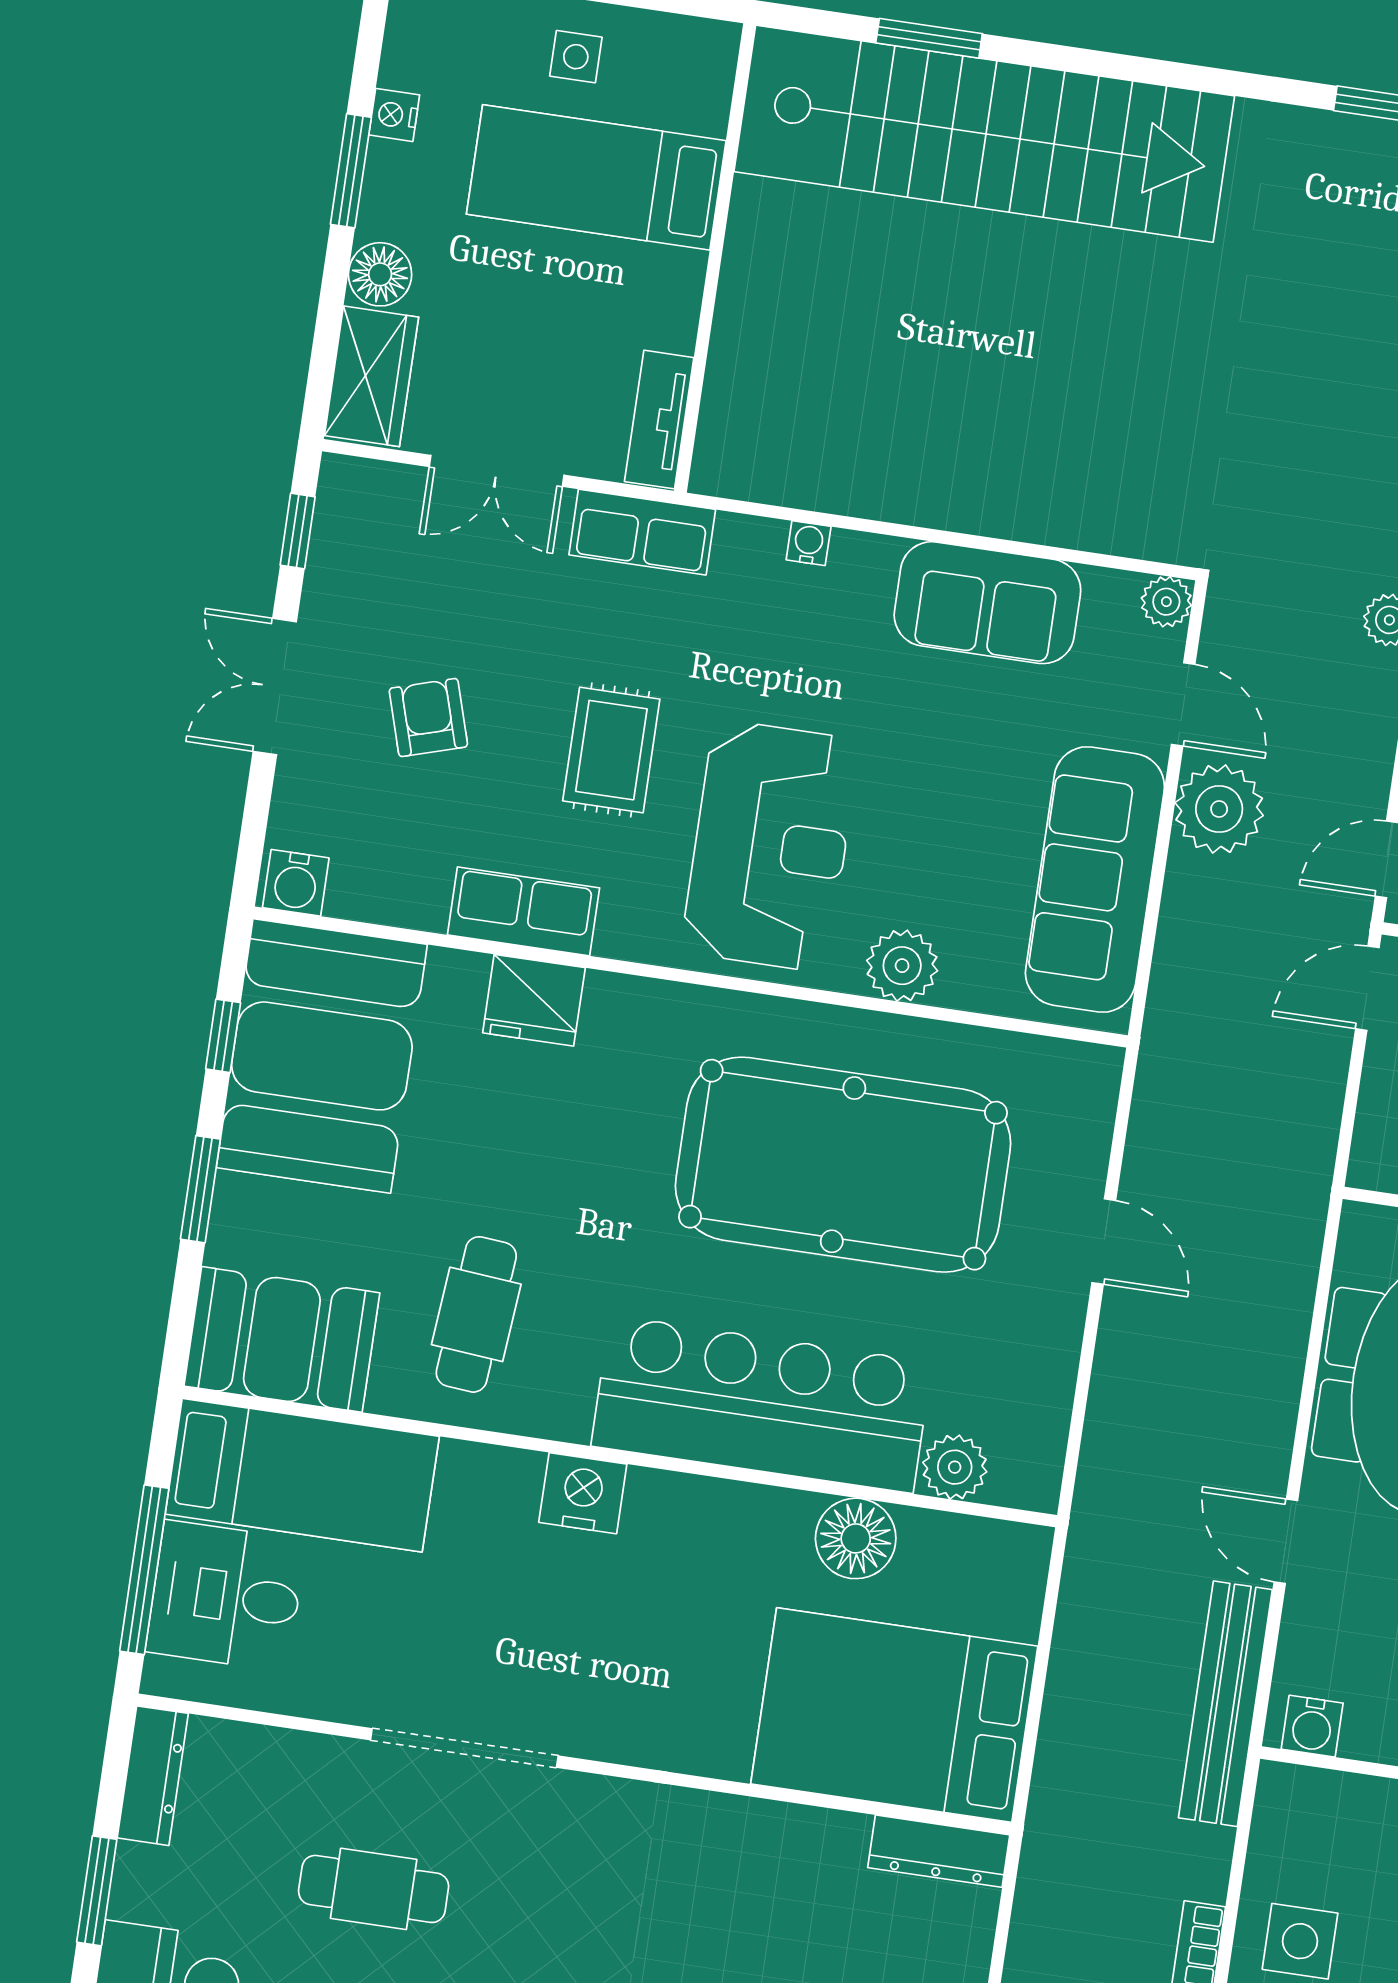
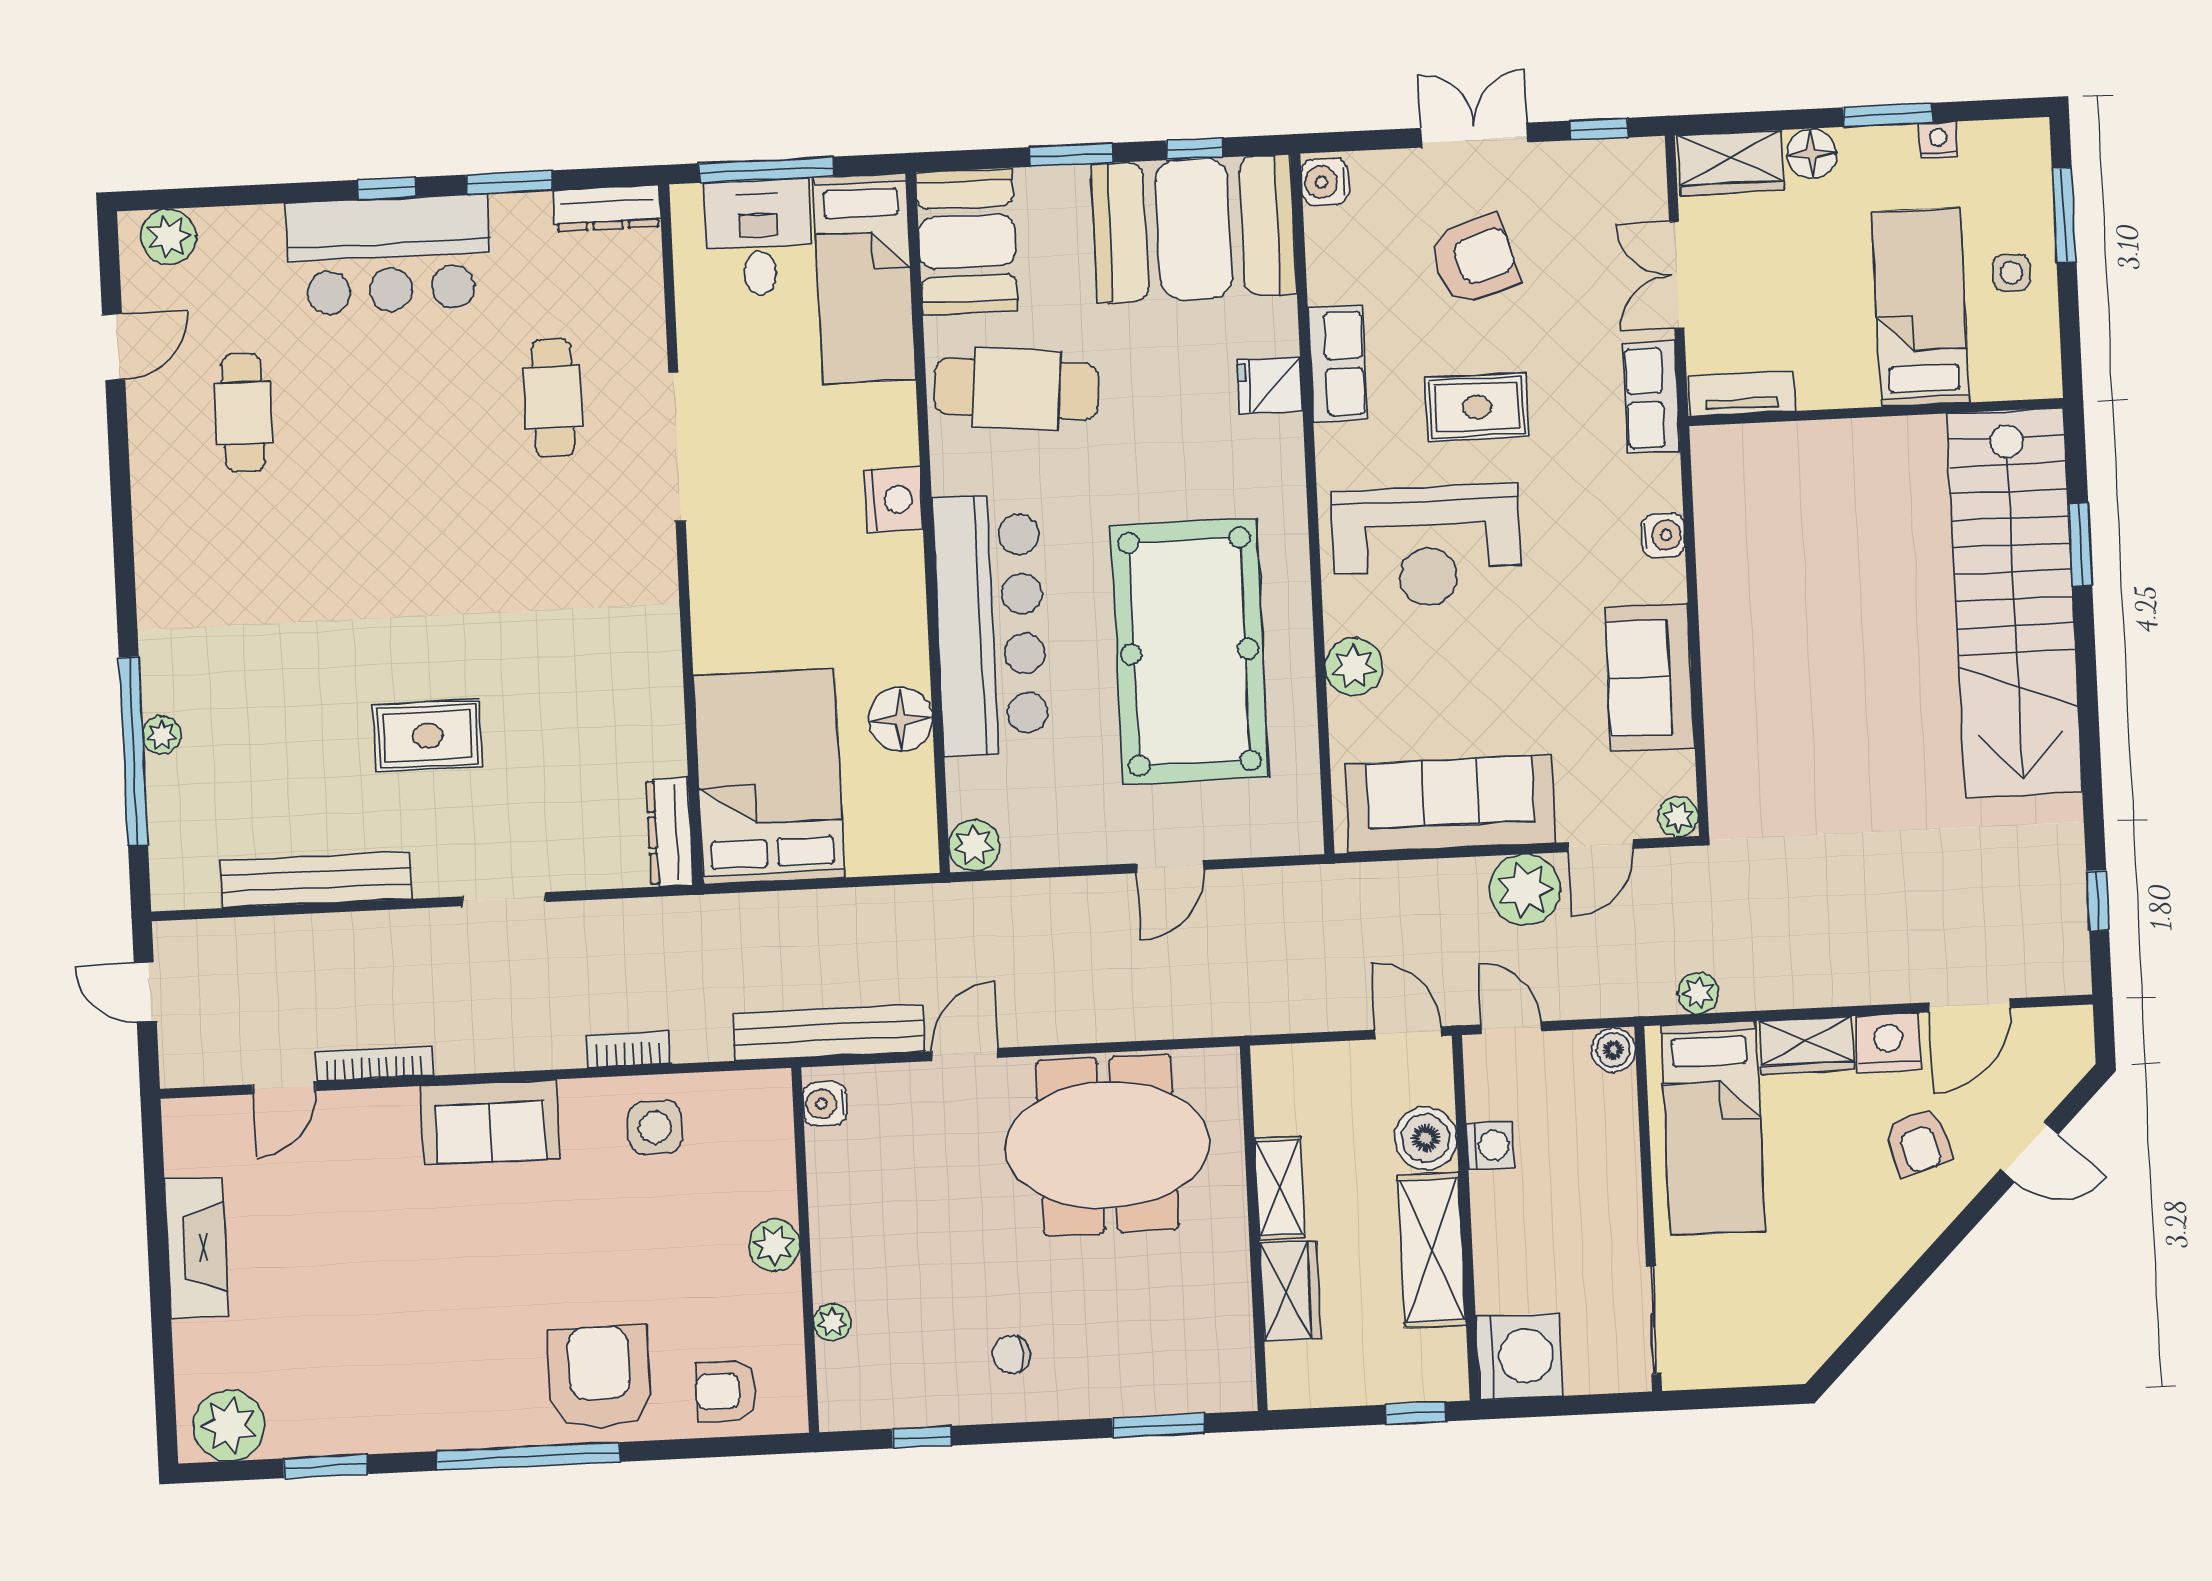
water cooler: (809, 543) -> (1663, 535), width x1.38, depth x1.38
armchair: (428, 718) -> (1474, 260), width x1.38, depth x1.38
fridge: (534, 1000) -> (1270, 385), width x0.72
cafe table: (476, 1314) -> (1016, 389), width x1.37, depth x1.35
plant: (955, 1467) -> (974, 845), moved

